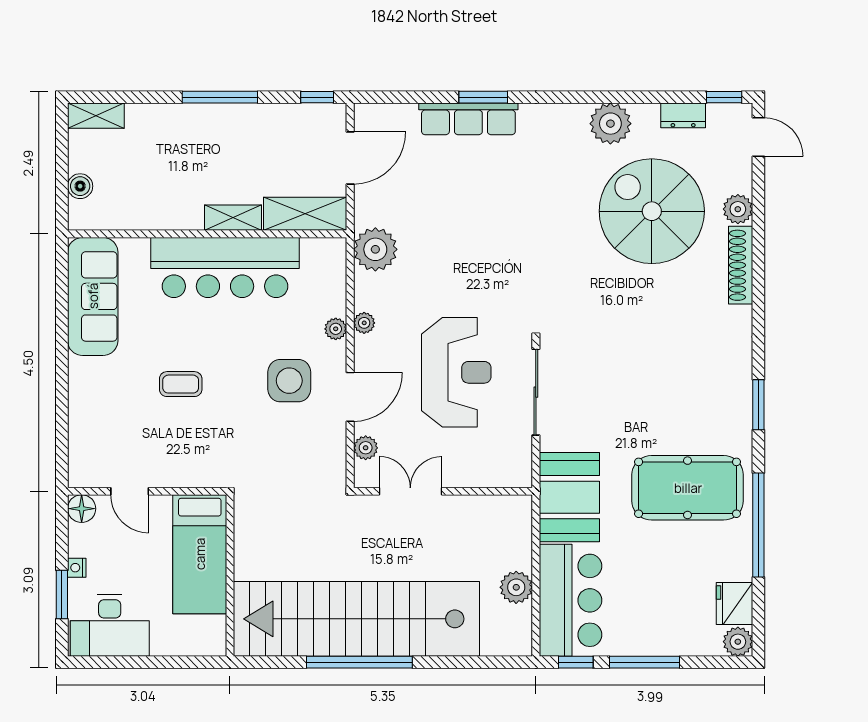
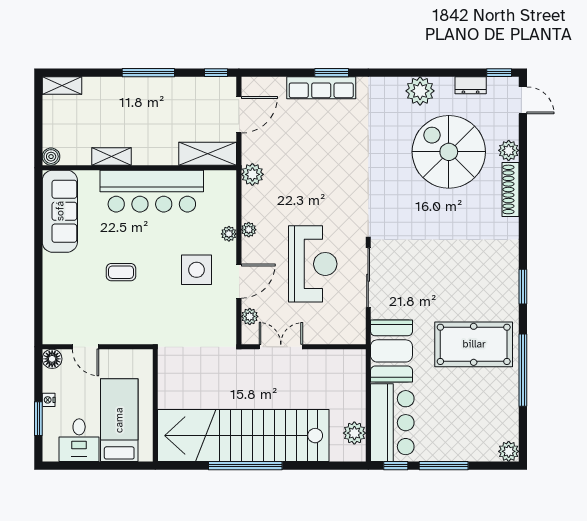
boiler: (80, 186) -> (51, 157), moved
shelving: (233, 218) -> (112, 156), moved
plant: (375, 249) -> (252, 174), width x0.73, depth x0.73
bed: (200, 554) -> (119, 420), moved, turned 180
plant: (516, 587) -> (354, 433), moved
fridge: (734, 603) -> (506, 425), removed
desk: (110, 626) -> (79, 440), width x0.73

